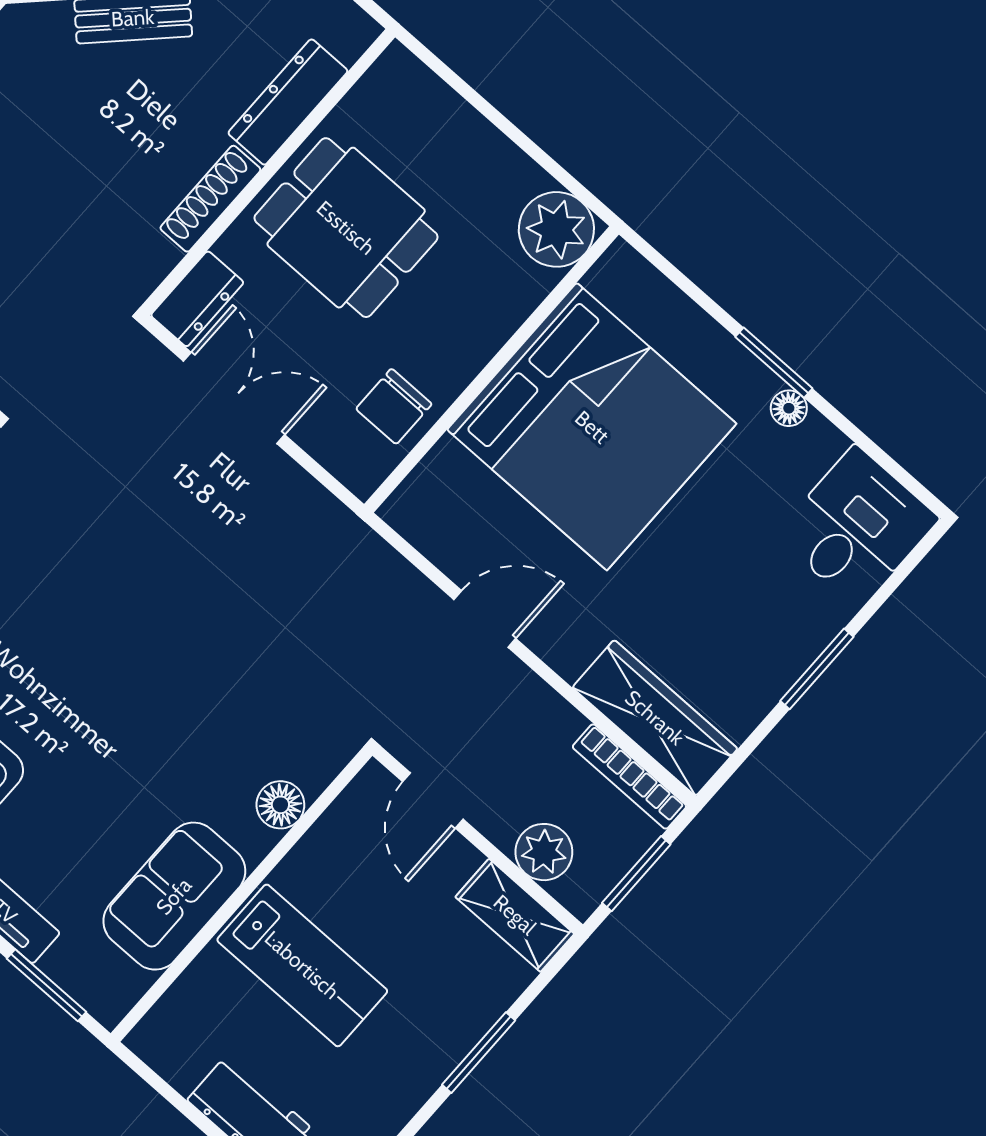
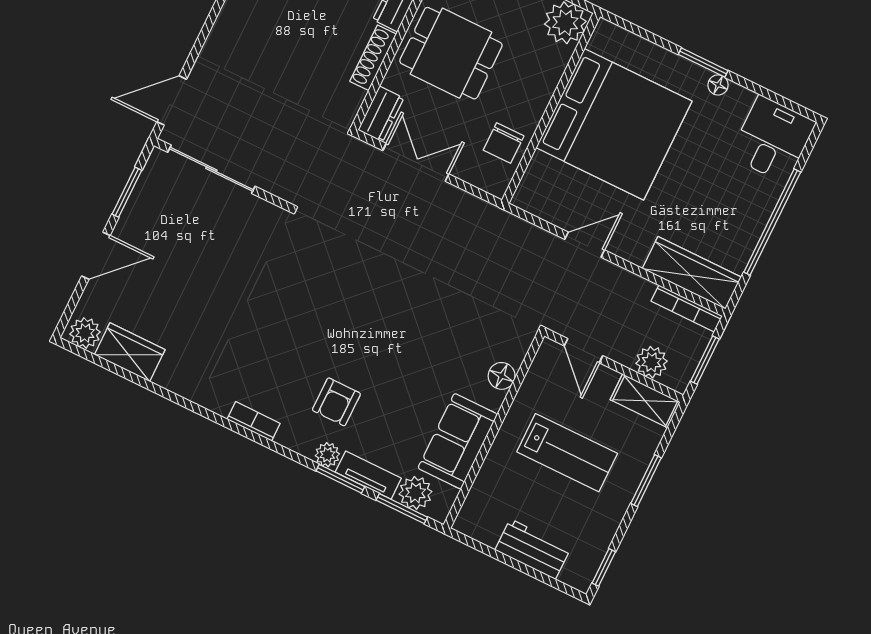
window: (817, 669) -> (772, 222), width x2.11
plant: (78, 965) -> (415, 493), added
lab bench: (302, 965) -> (567, 453), moved

